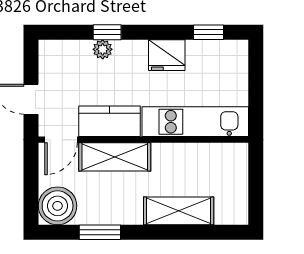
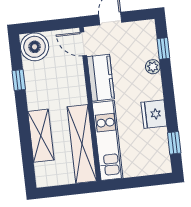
window: (107, 32) -> (163, 49), moved
shelving: (115, 157) -> (82, 144), moved, width x1.47
window: (100, 232) -> (19, 80), width x0.67

